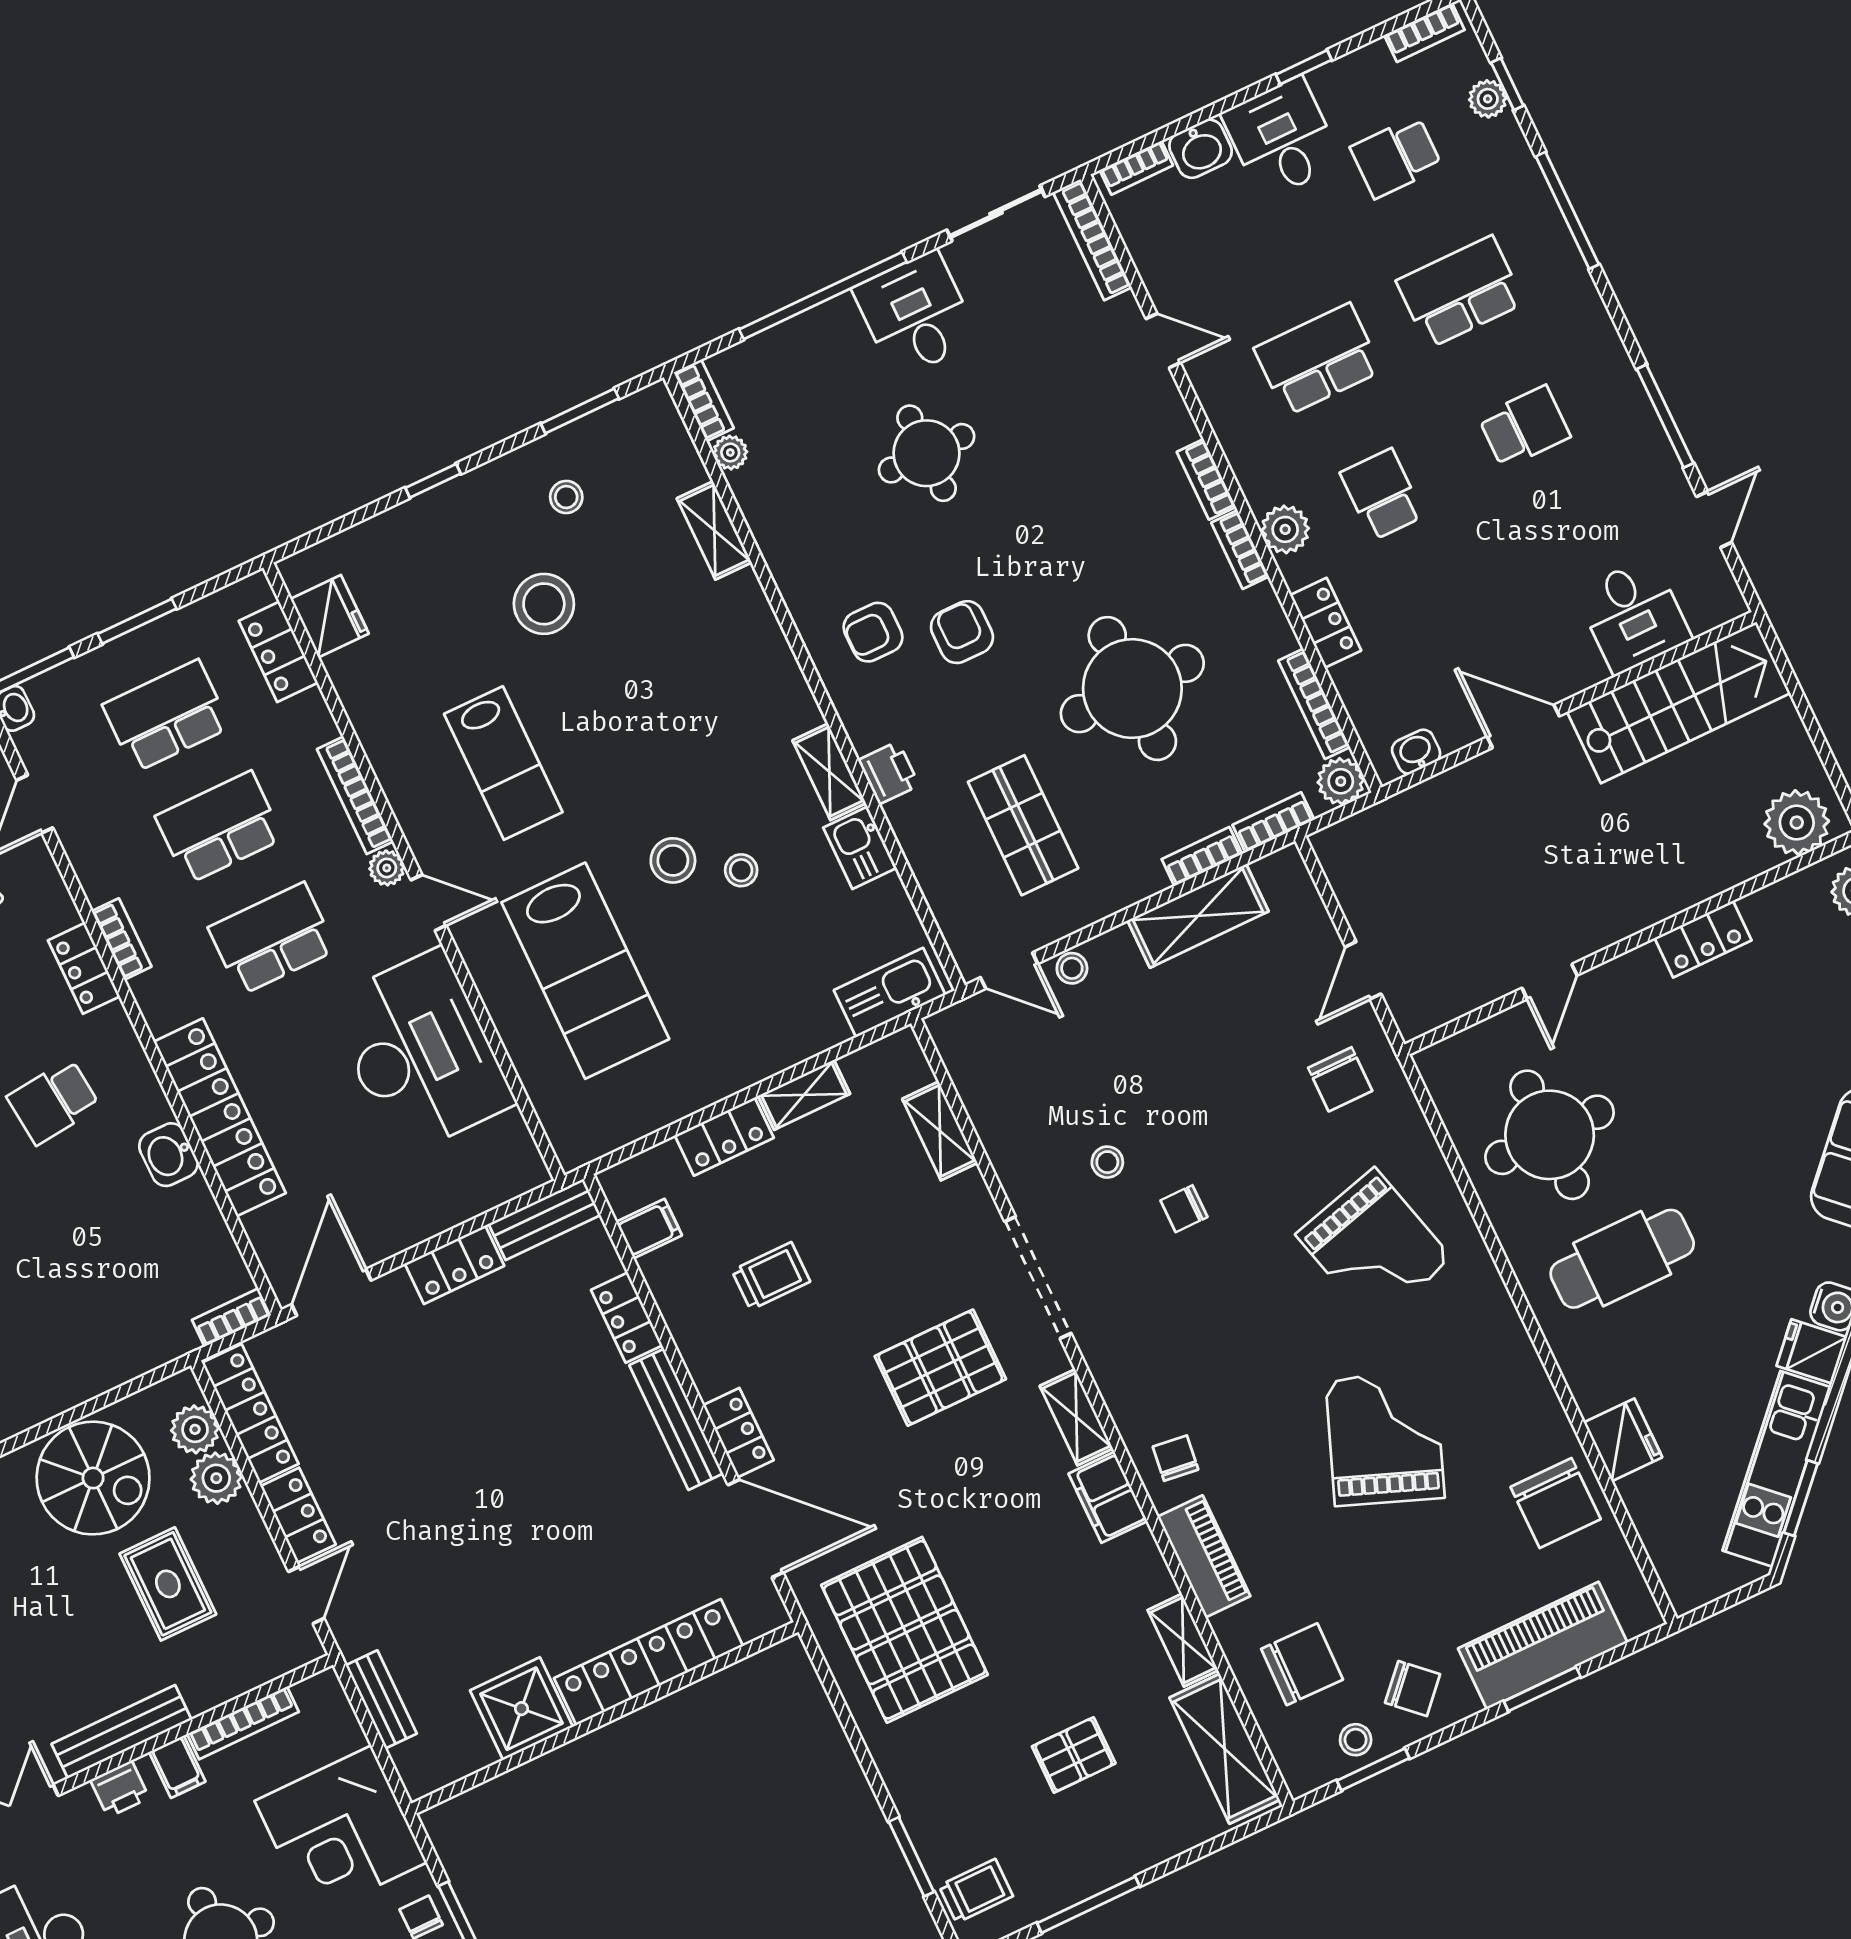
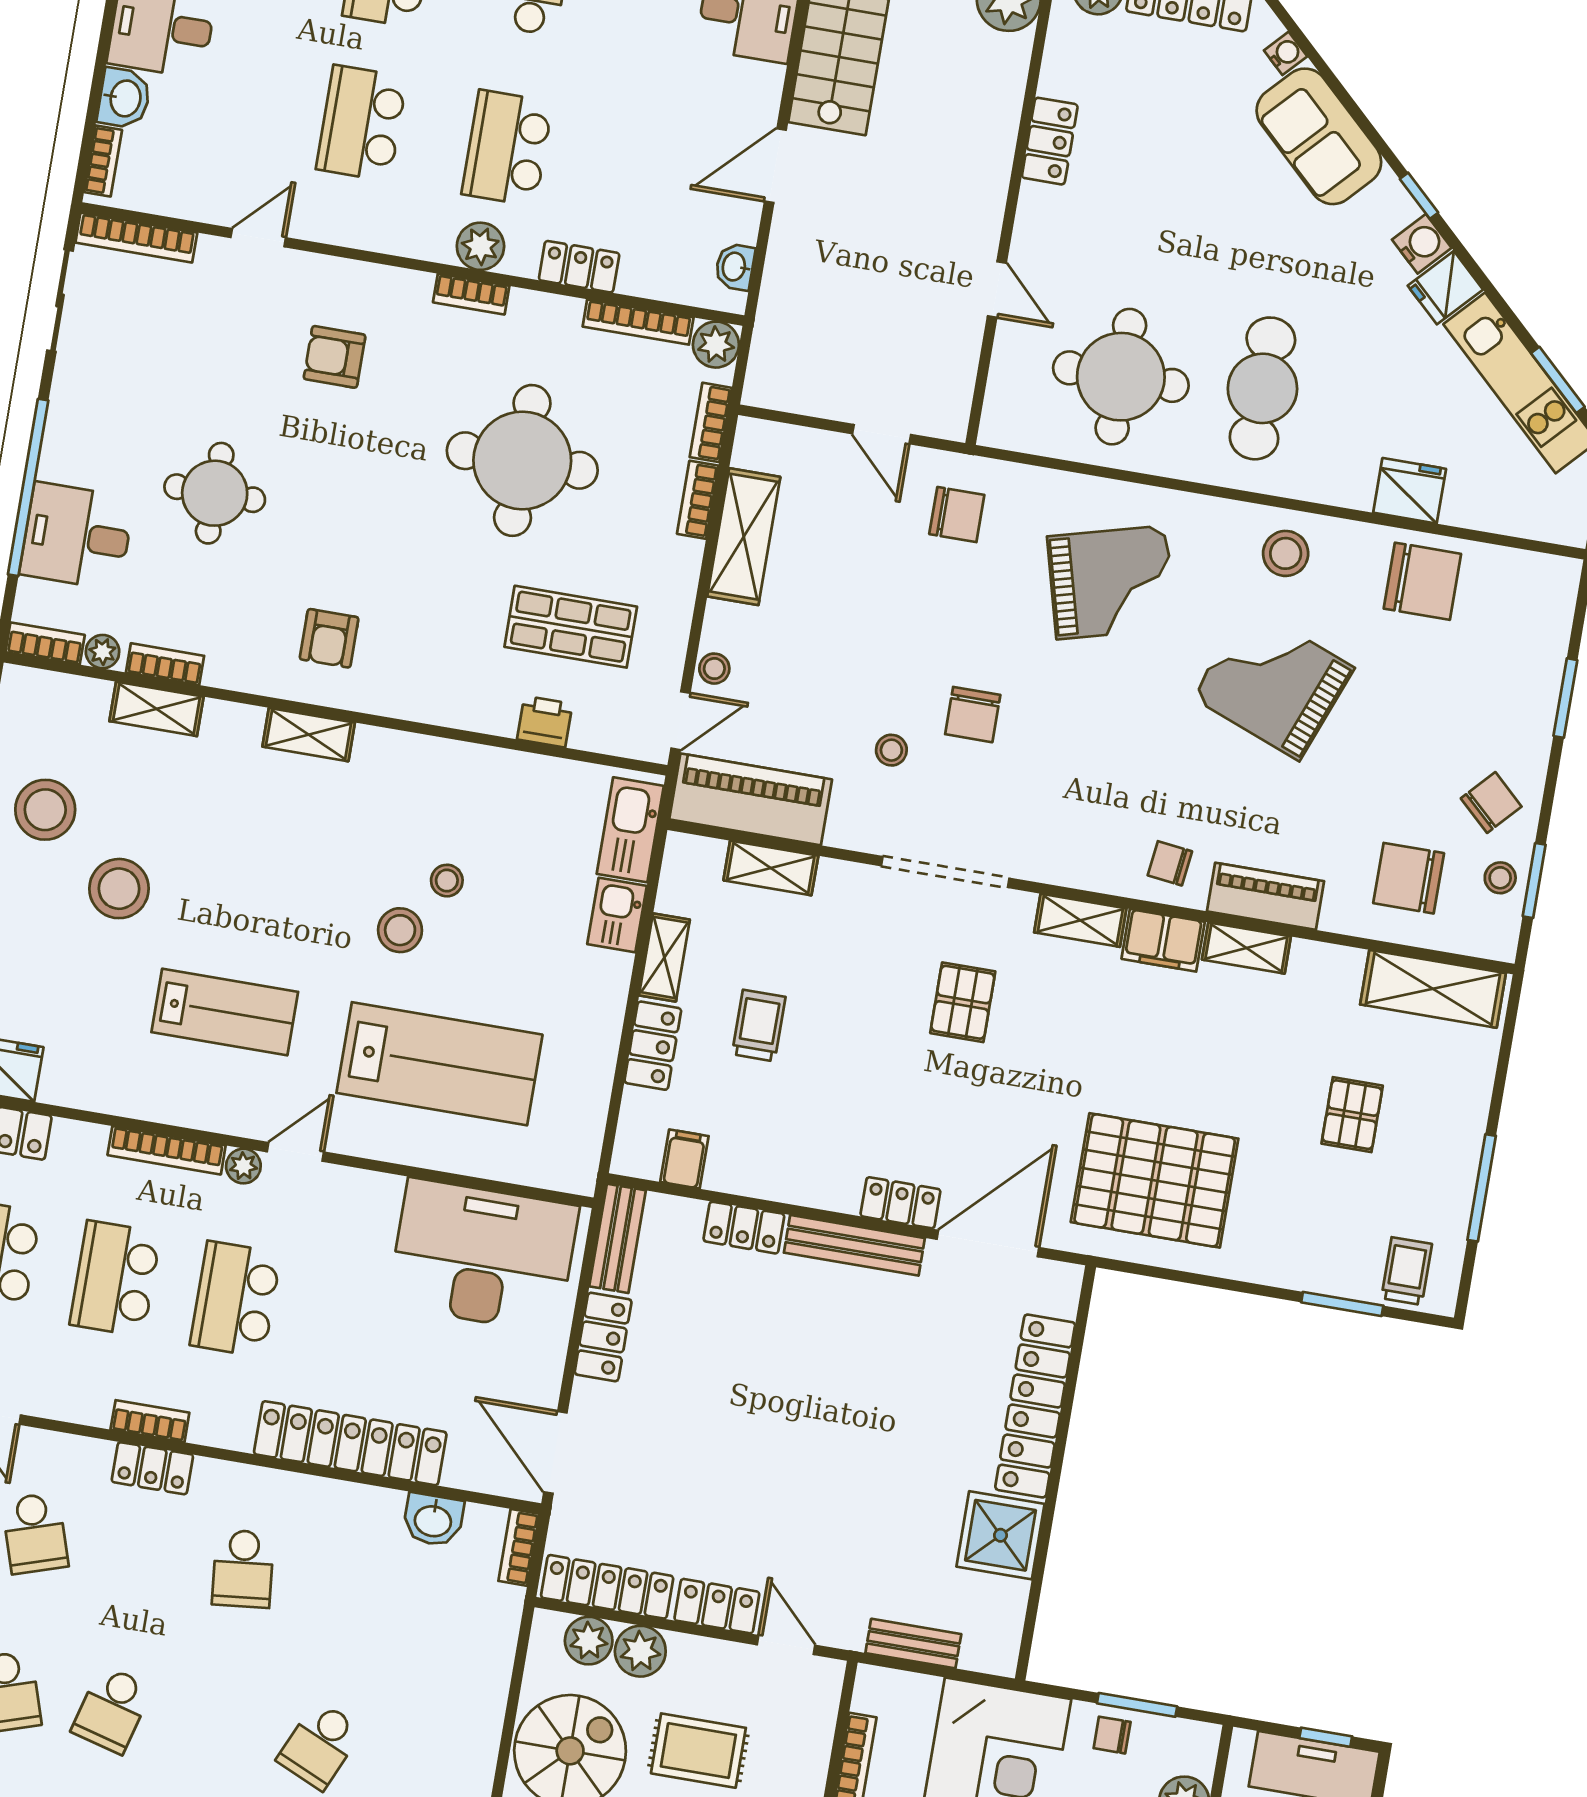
desk: (916, 314) -> (77, 536), moved
bookcase: (1206, 479) -> (165, 664), moved, turned 180
school desk: (1382, 494) -> (507, 148), width x1.85
stool: (566, 497) -> (45, 810), width x1.89, depth x1.89
armchair: (962, 632) -> (335, 357), moved
shelving: (829, 772) -> (309, 735), moved
printer: (889, 773) -> (545, 722), moved
kitchen sink: (860, 848) -> (617, 915), moved, turned 90
desk: (421, 1052) -> (483, 1256), moved
washbasin: (169, 1155) -> (433, 1520), moved
chair: (1184, 1209) -> (973, 715), width x1.37, depth x1.37
trolley: (771, 1276) -> (759, 1026), moved
pallet: (940, 1368) -> (963, 1002), width x0.67, depth x0.71
stool: (1499, 1374) -> (1286, 553), added
shelving: (1183, 1640) -> (1246, 948), moved
piano: (1543, 1646) -> (751, 799), moved, turned 90
chair: (1302, 1664) -> (1409, 878), turned -91

